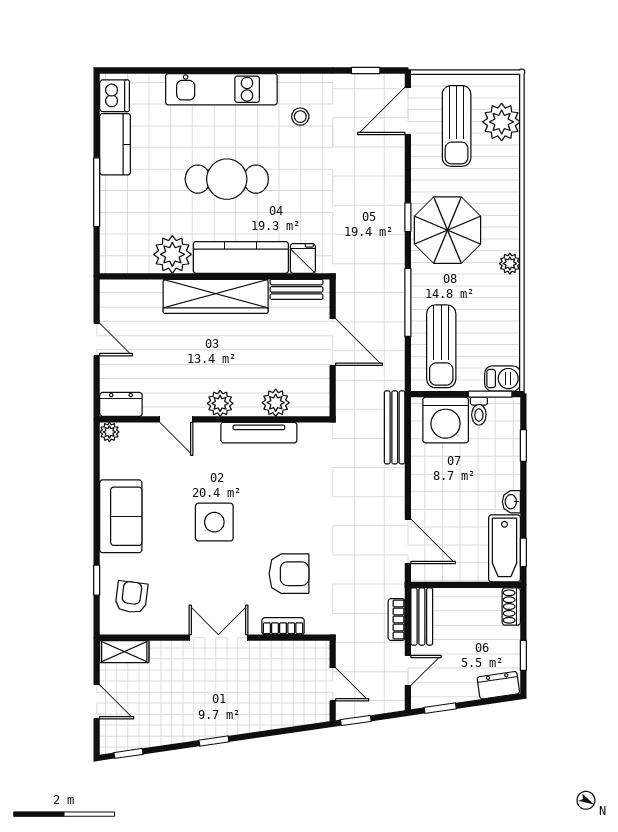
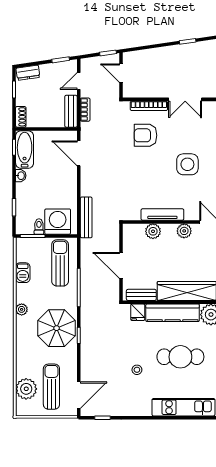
stool: (300, 117) -> (137, 370), moved
barbecue: (503, 379) -> (23, 273), moved, turned -90
bookcase: (283, 626) -> (149, 106), width x1.56

